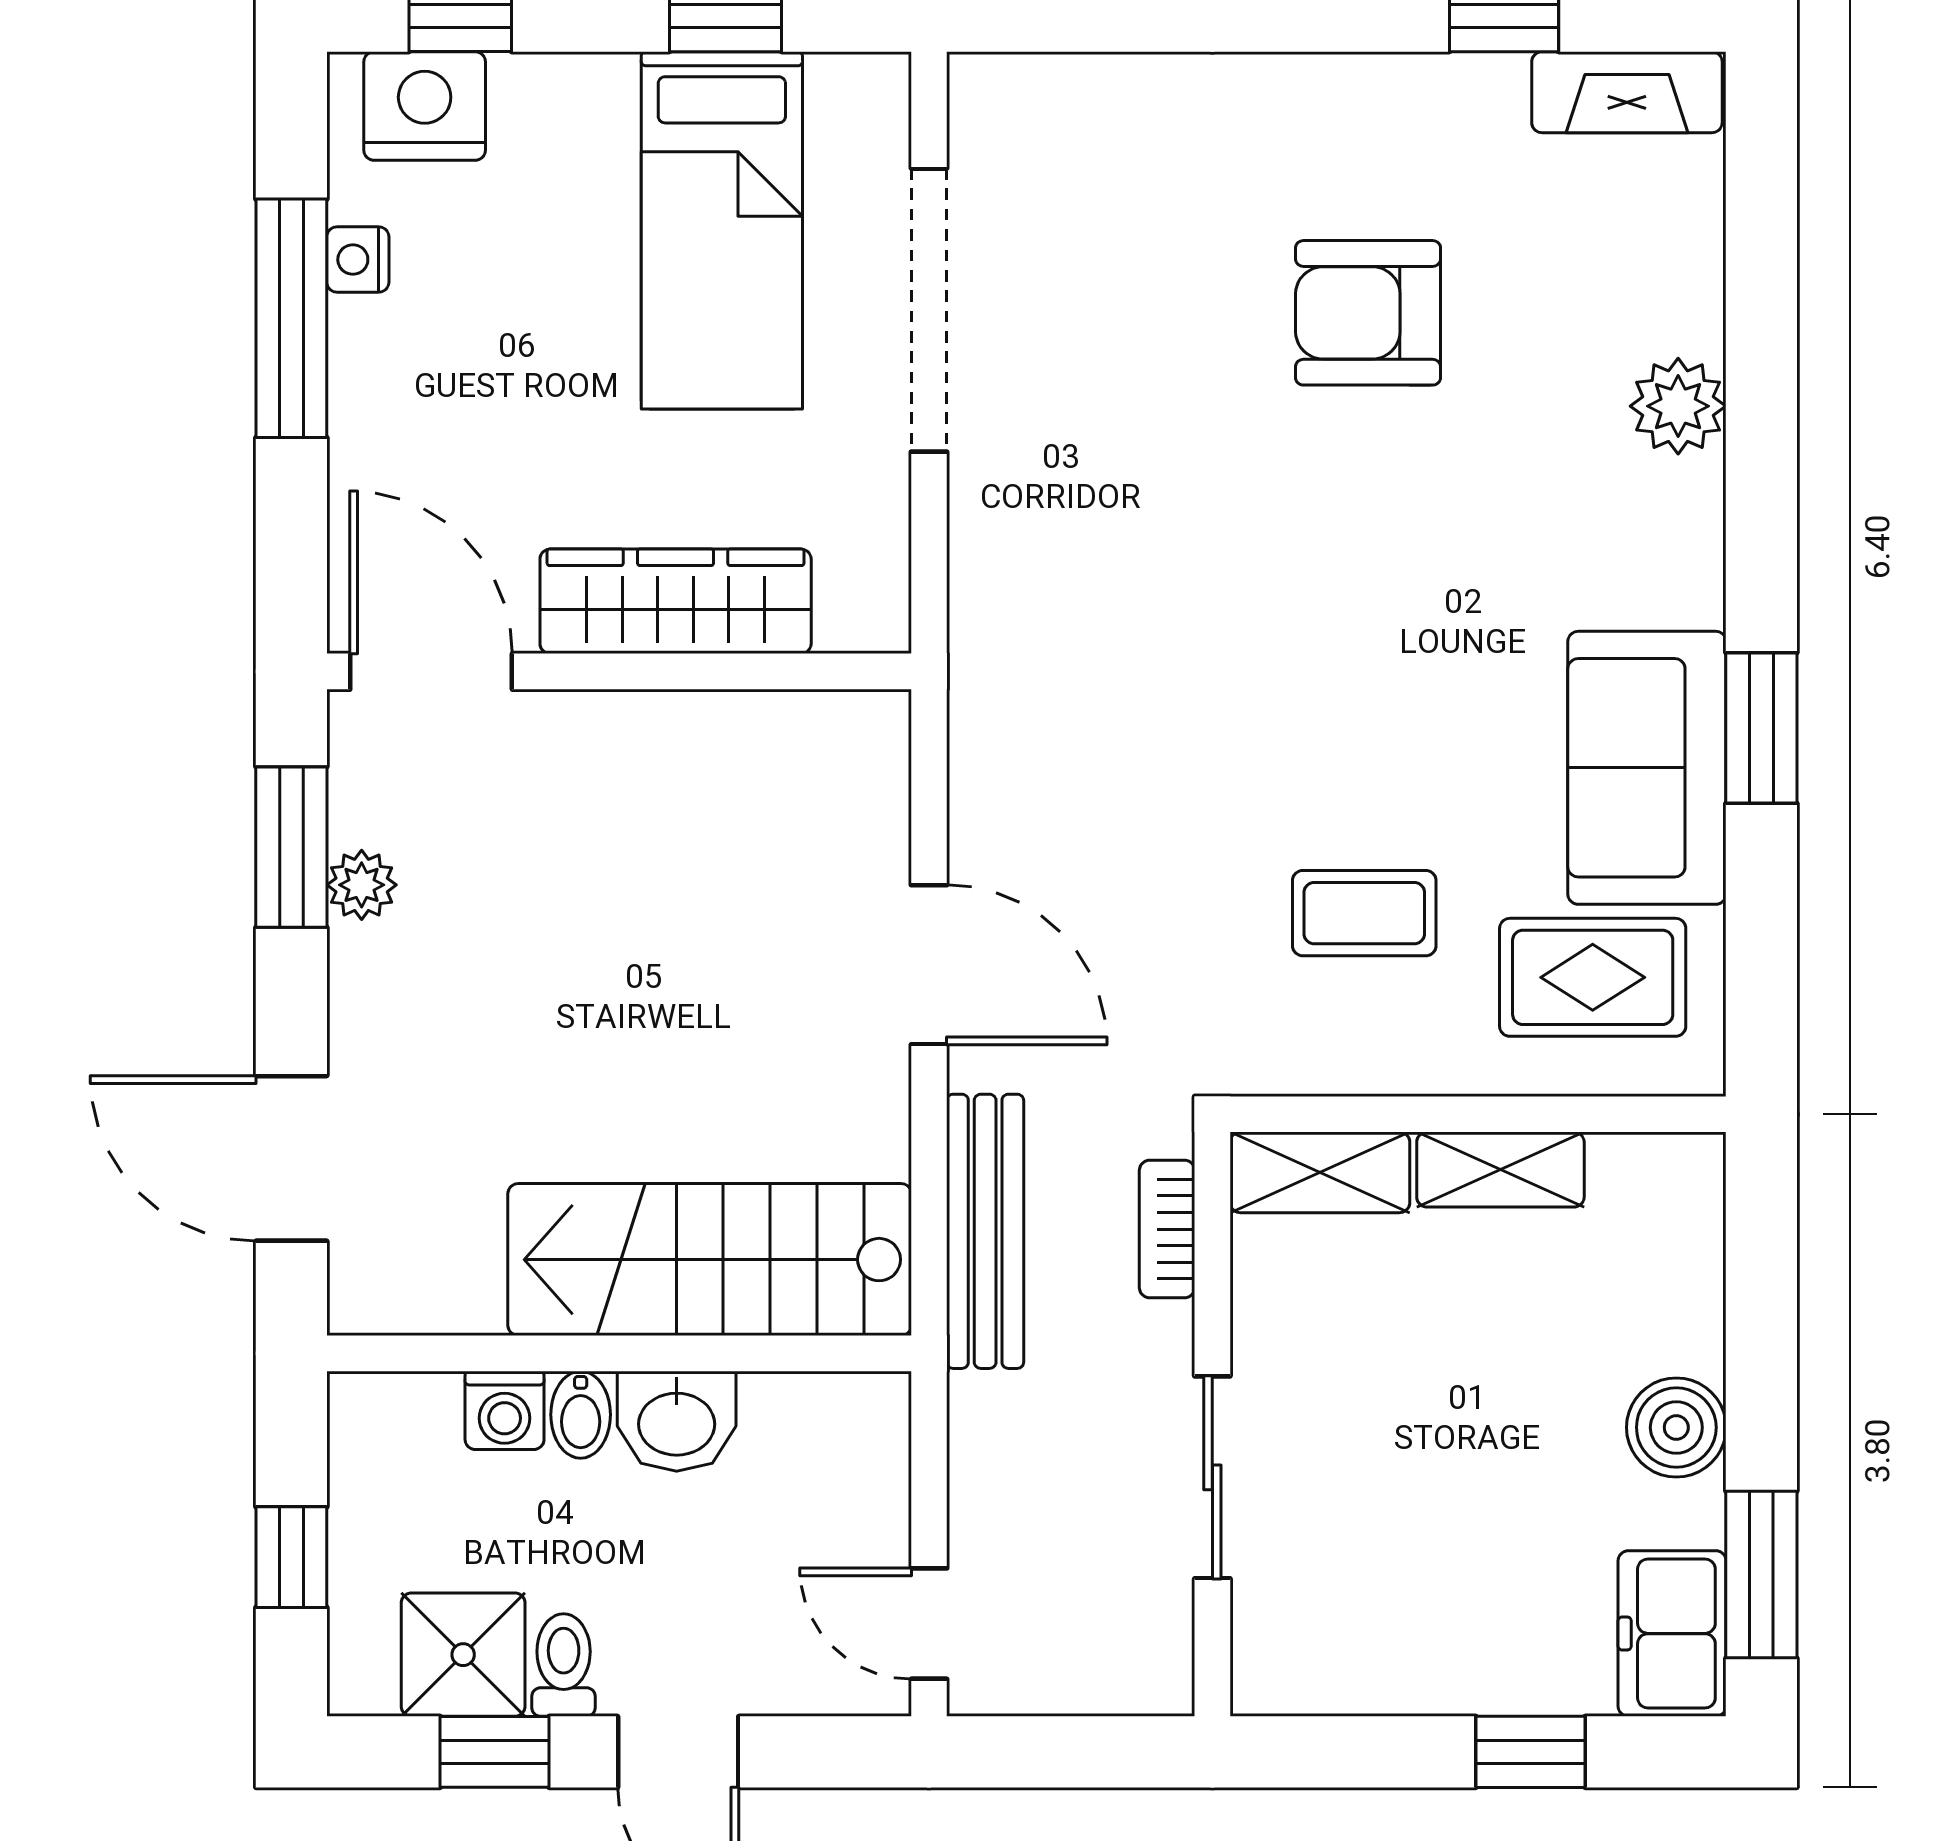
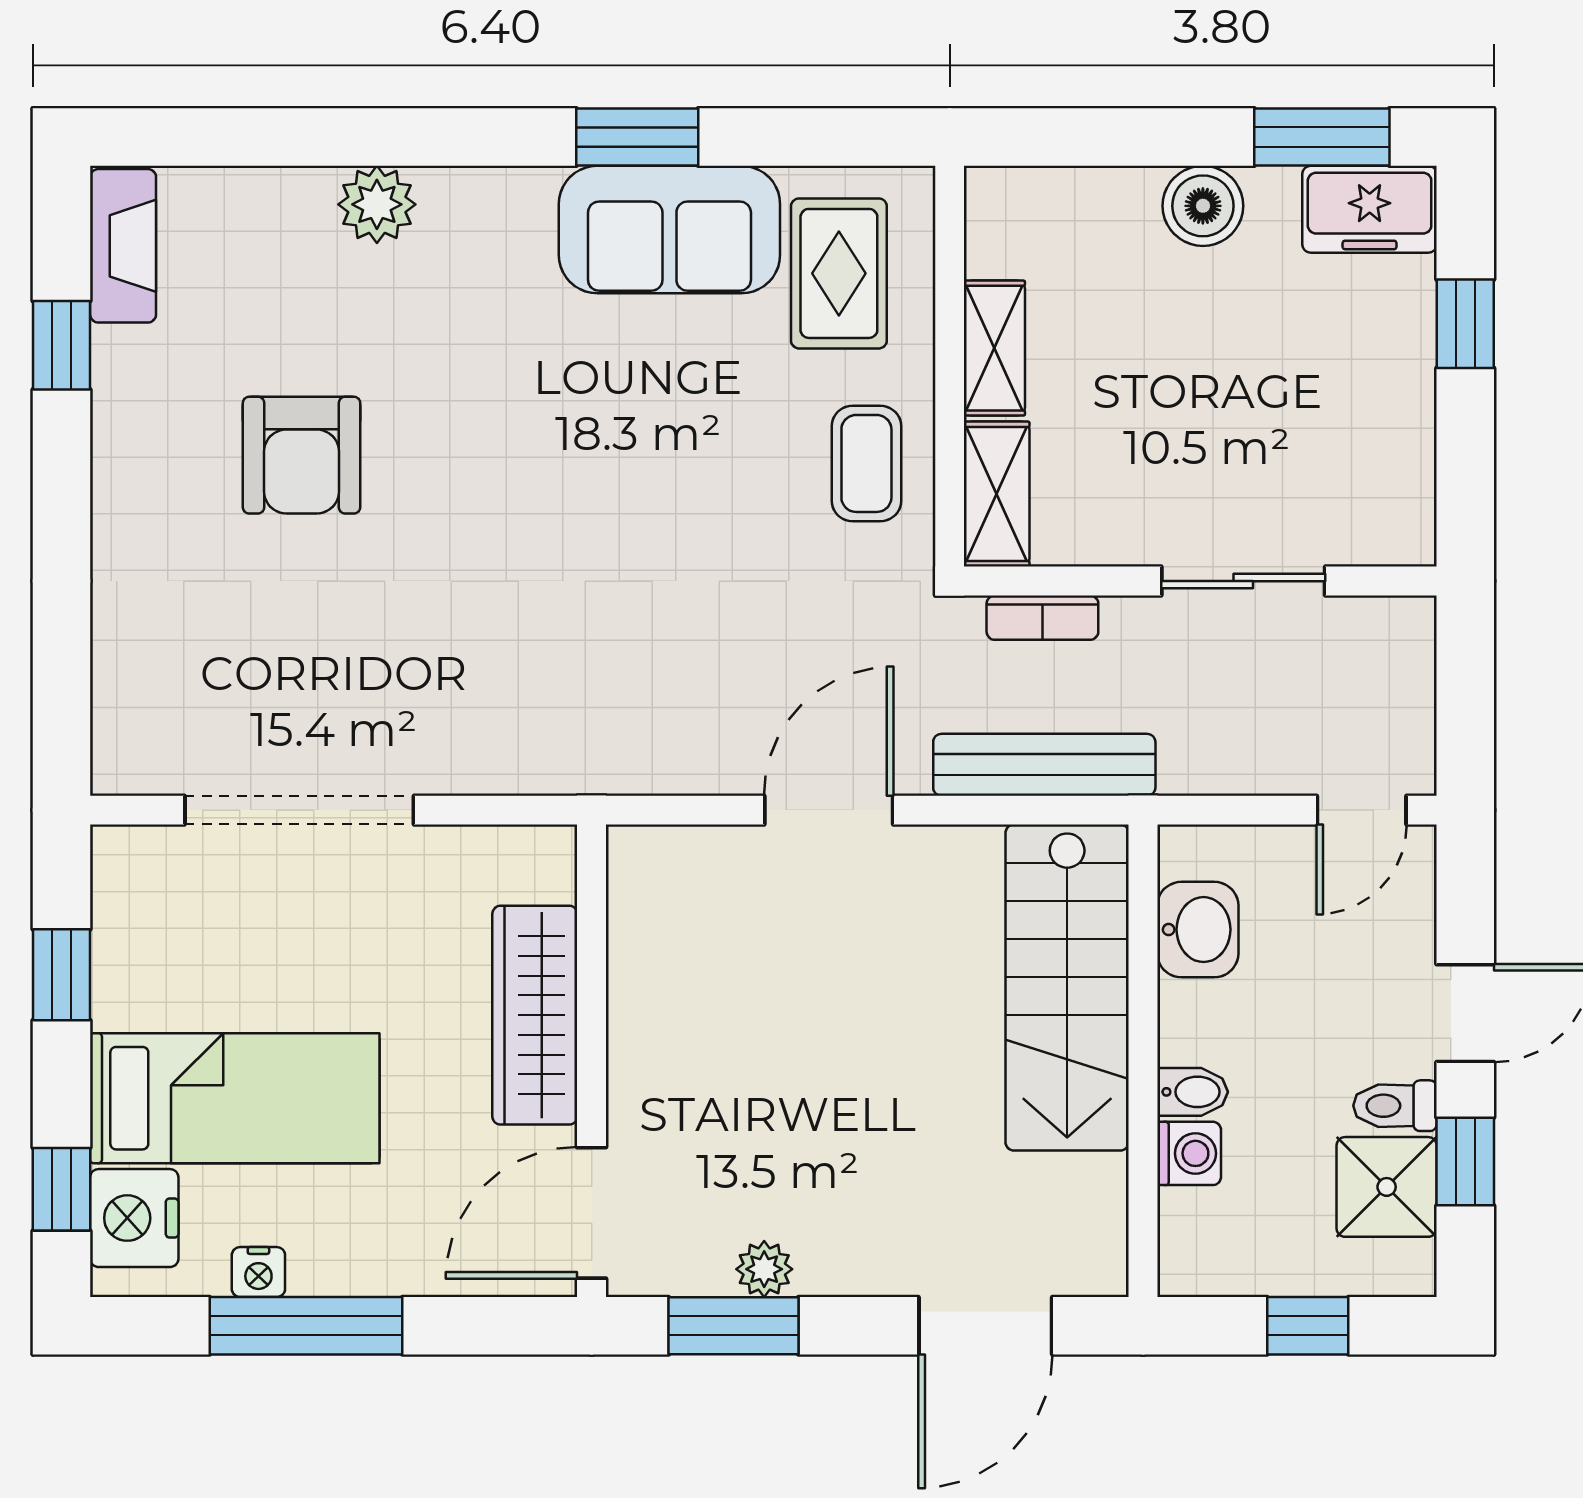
bed: (722, 230) -> (235, 1098), moved
coffee table: (1364, 913) -> (866, 463), moved
washbasin: (677, 1421) -> (1198, 930), moved

